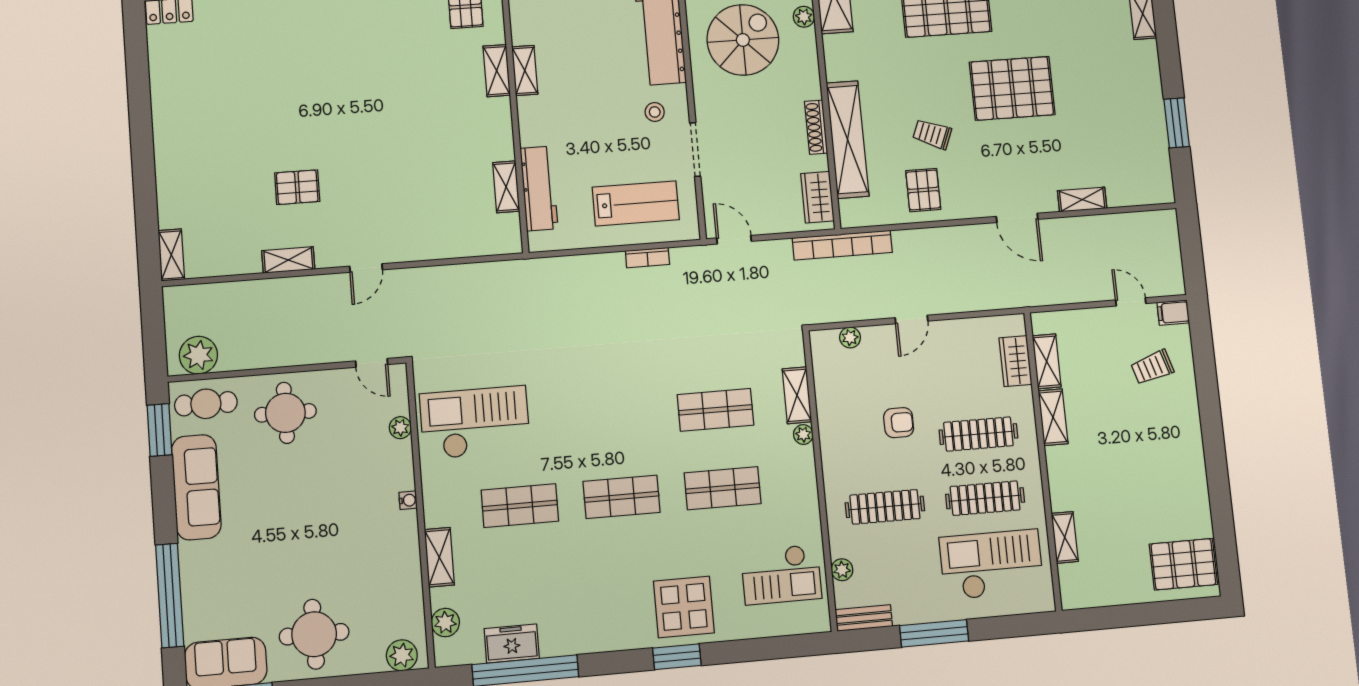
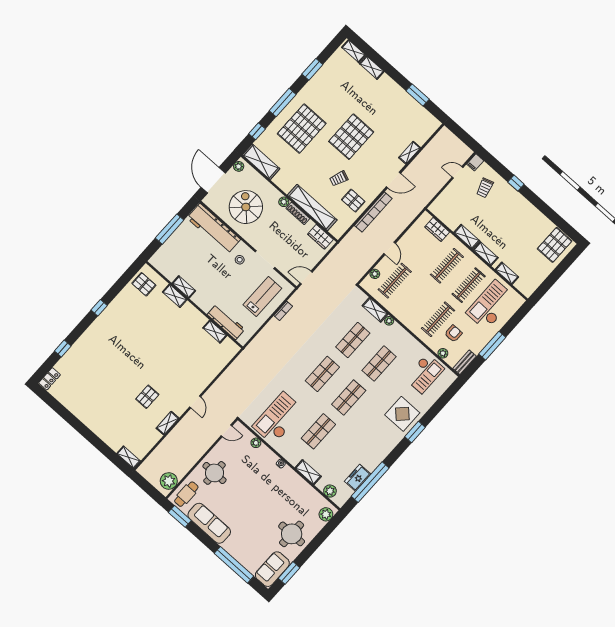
plant: (804, 17) -> (284, 202), moved
bookcase: (842, 245) -> (373, 212), moved
shelving: (1047, 361) -> (486, 254), moved
clothes rail: (872, 379) -> (395, 281), added
window: (1209, 406) -> (516, 183), added
shop shelf: (615, 418) -> (322, 374), added
armchair: (899, 423) -> (453, 334), moved

